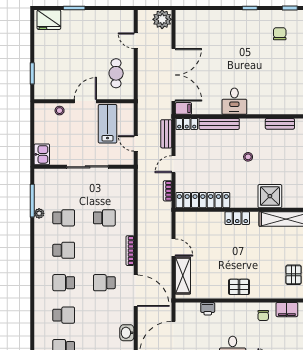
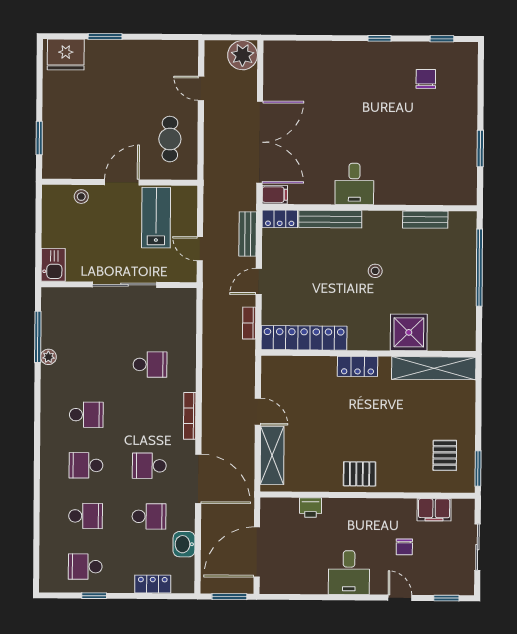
school desk: (64, 218) -> (149, 516), moved
chair: (263, 315) -> (404, 547), moved

